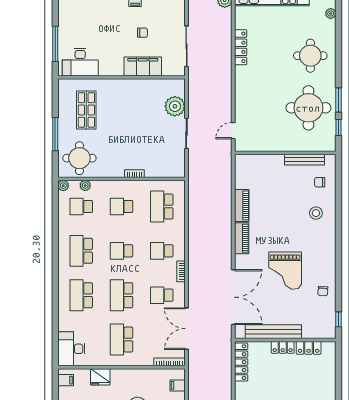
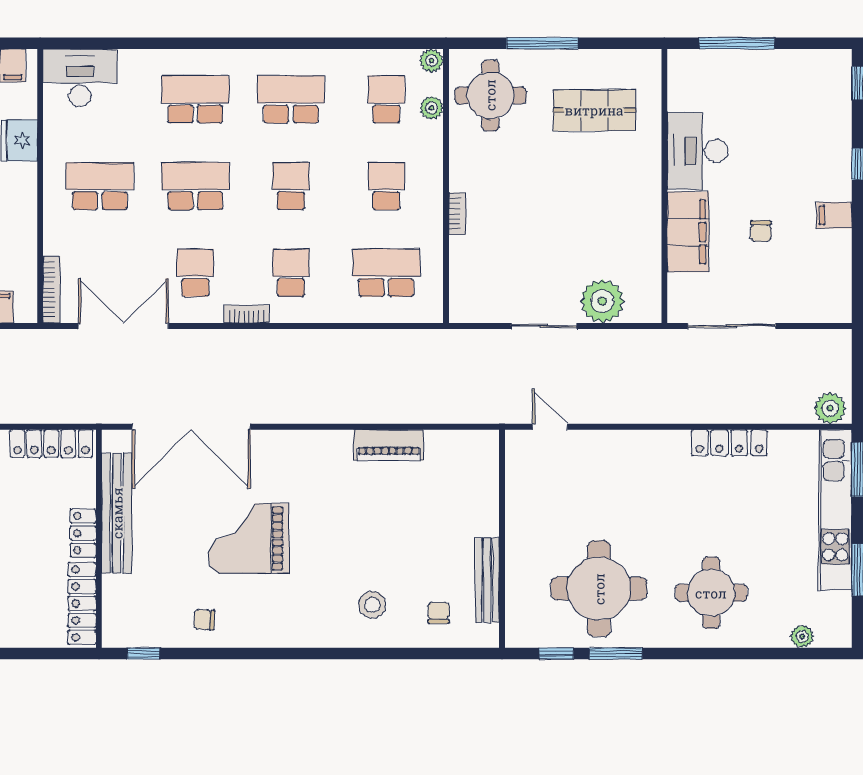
desk: (80, 62) -> (697, 151), moved
piano: (242, 238) -> (318, 445), removed
locker: (309, 348) -> (82, 604), width x1.53

